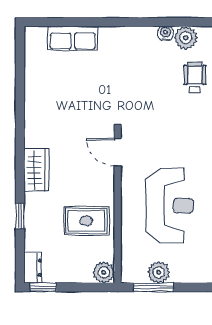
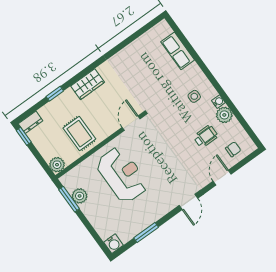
side table: (139, 57) -> (194, 96), added
reception desk: (170, 206) -> (122, 175), turned -90

